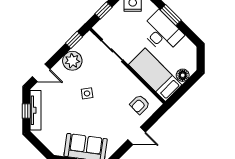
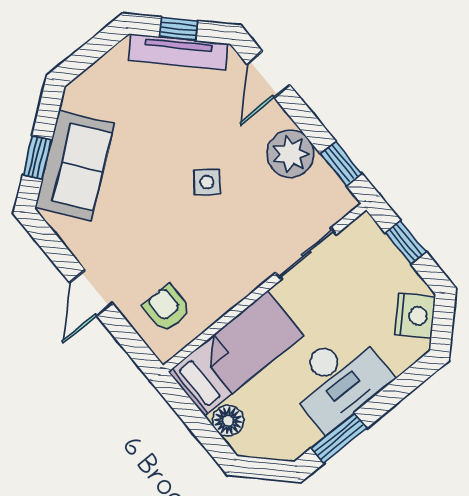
window: (171, 15) -> (339, 438), moved

